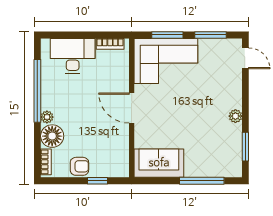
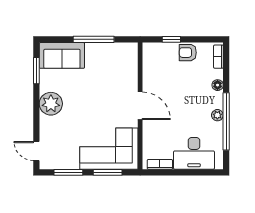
plant: (235, 116) -> (51, 104), width x1.87, depth x1.87
plant: (47, 117) -> (217, 115), moved
floor lamp: (52, 136) -> (218, 85), width x0.53, depth x0.53
sofa: (159, 163) -> (62, 55), moved
window: (202, 181) -> (94, 39), moved

